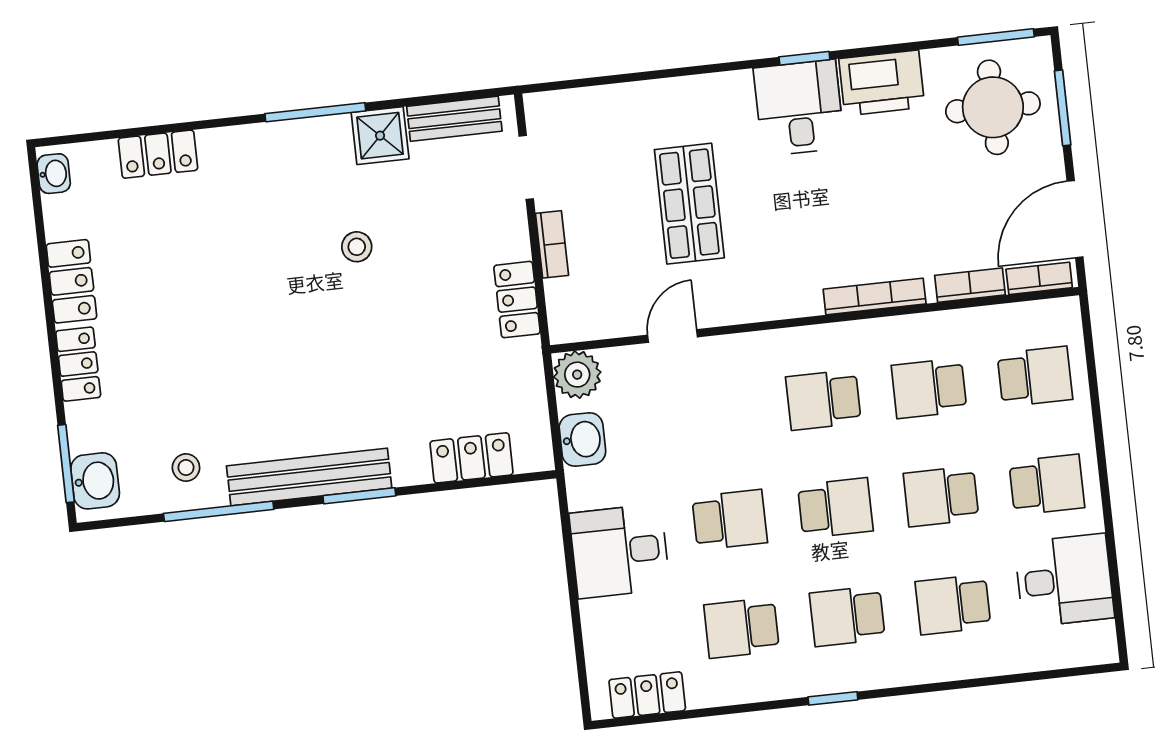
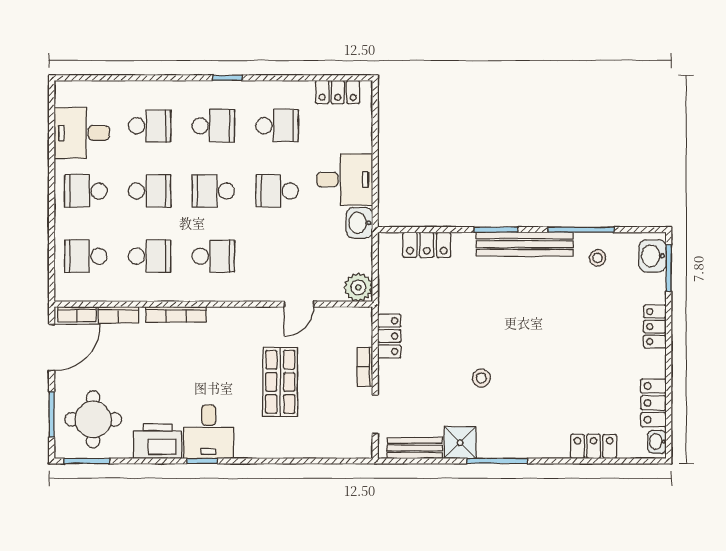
locker: (71, 281) -> (653, 403), moved
washbasin: (582, 439) -> (359, 223), moved

